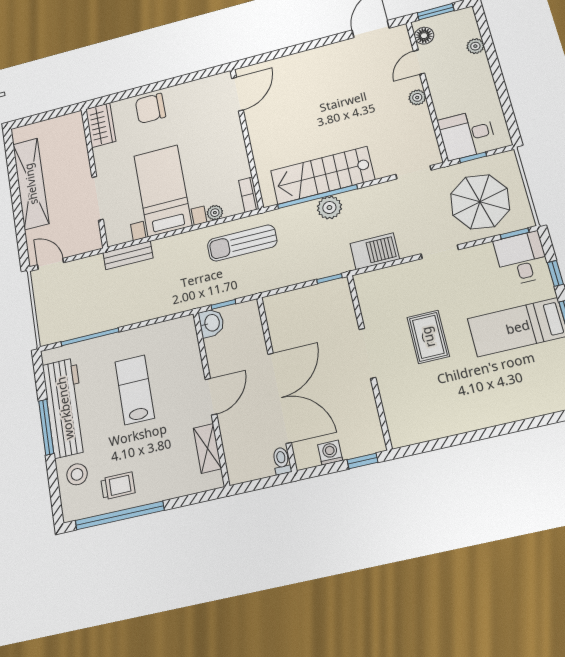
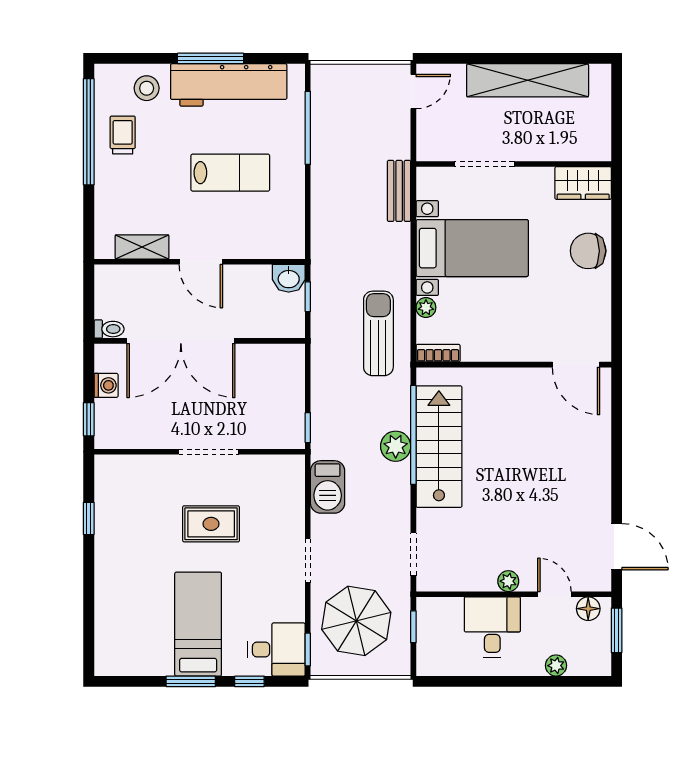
chair: (150, 108) -> (588, 251), turned -90
desk: (467, 135) -> (492, 627), moved
window: (449, 441) -> (89, 518), added
trolley: (118, 486) -> (123, 135), turned 180

